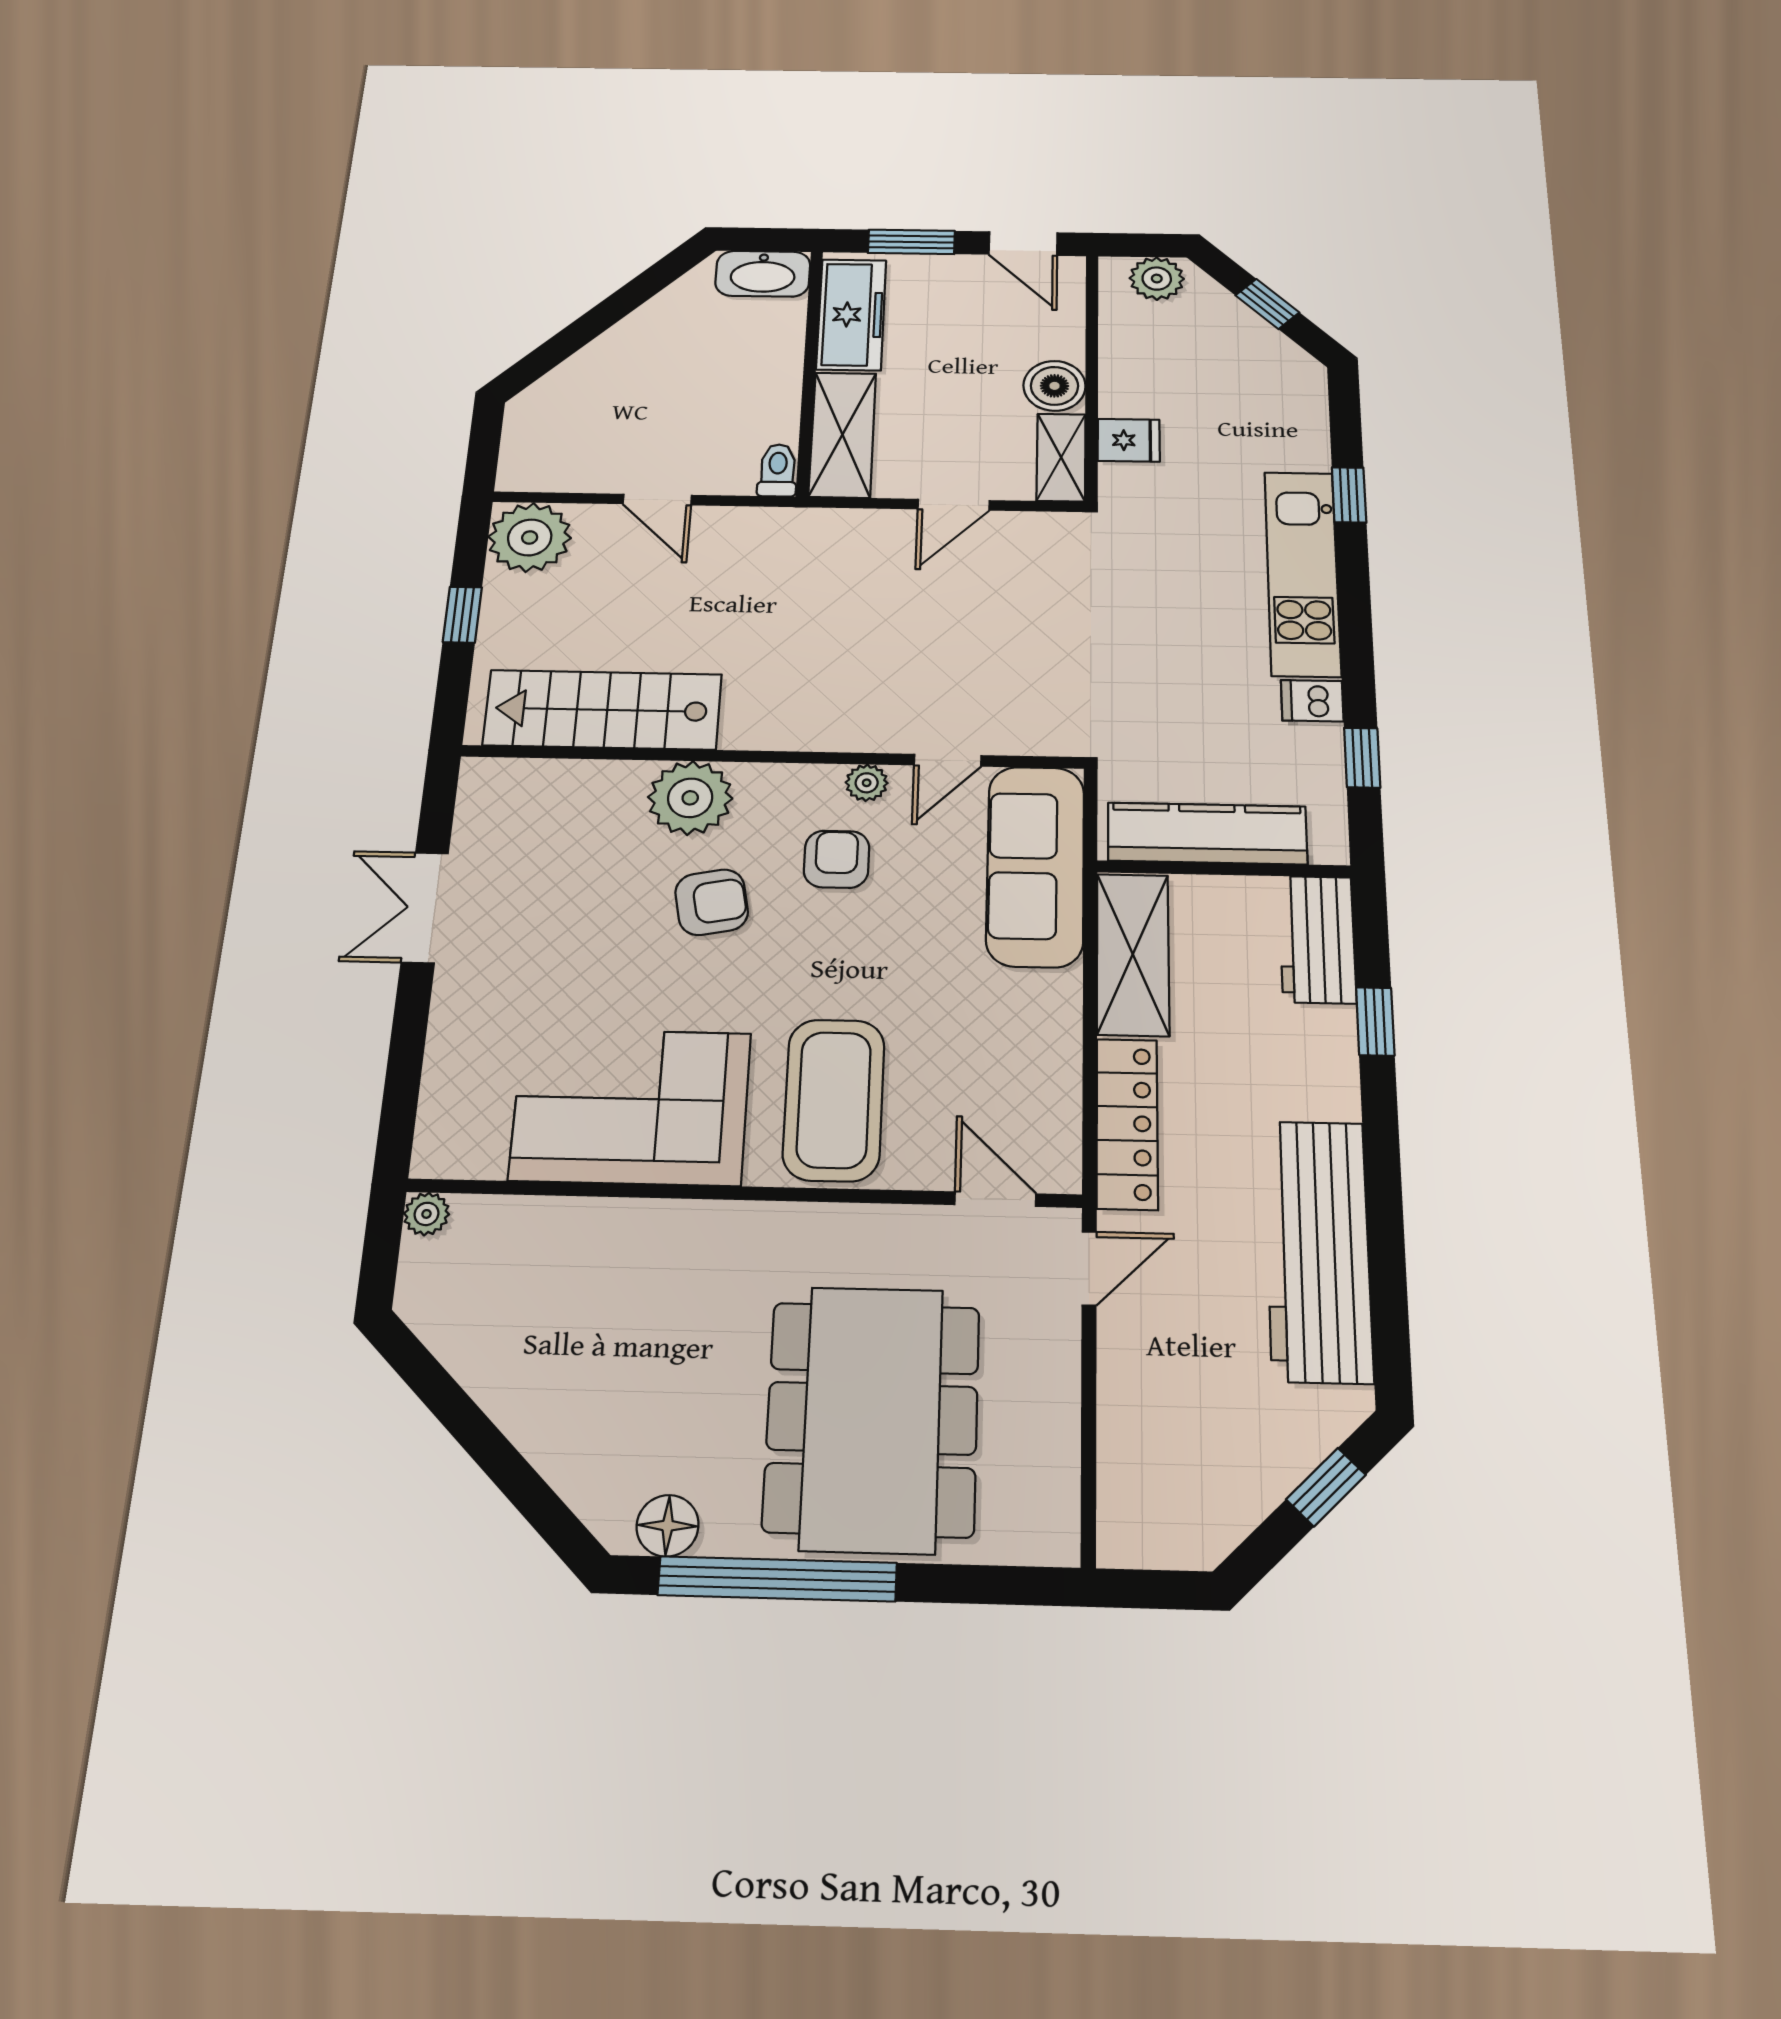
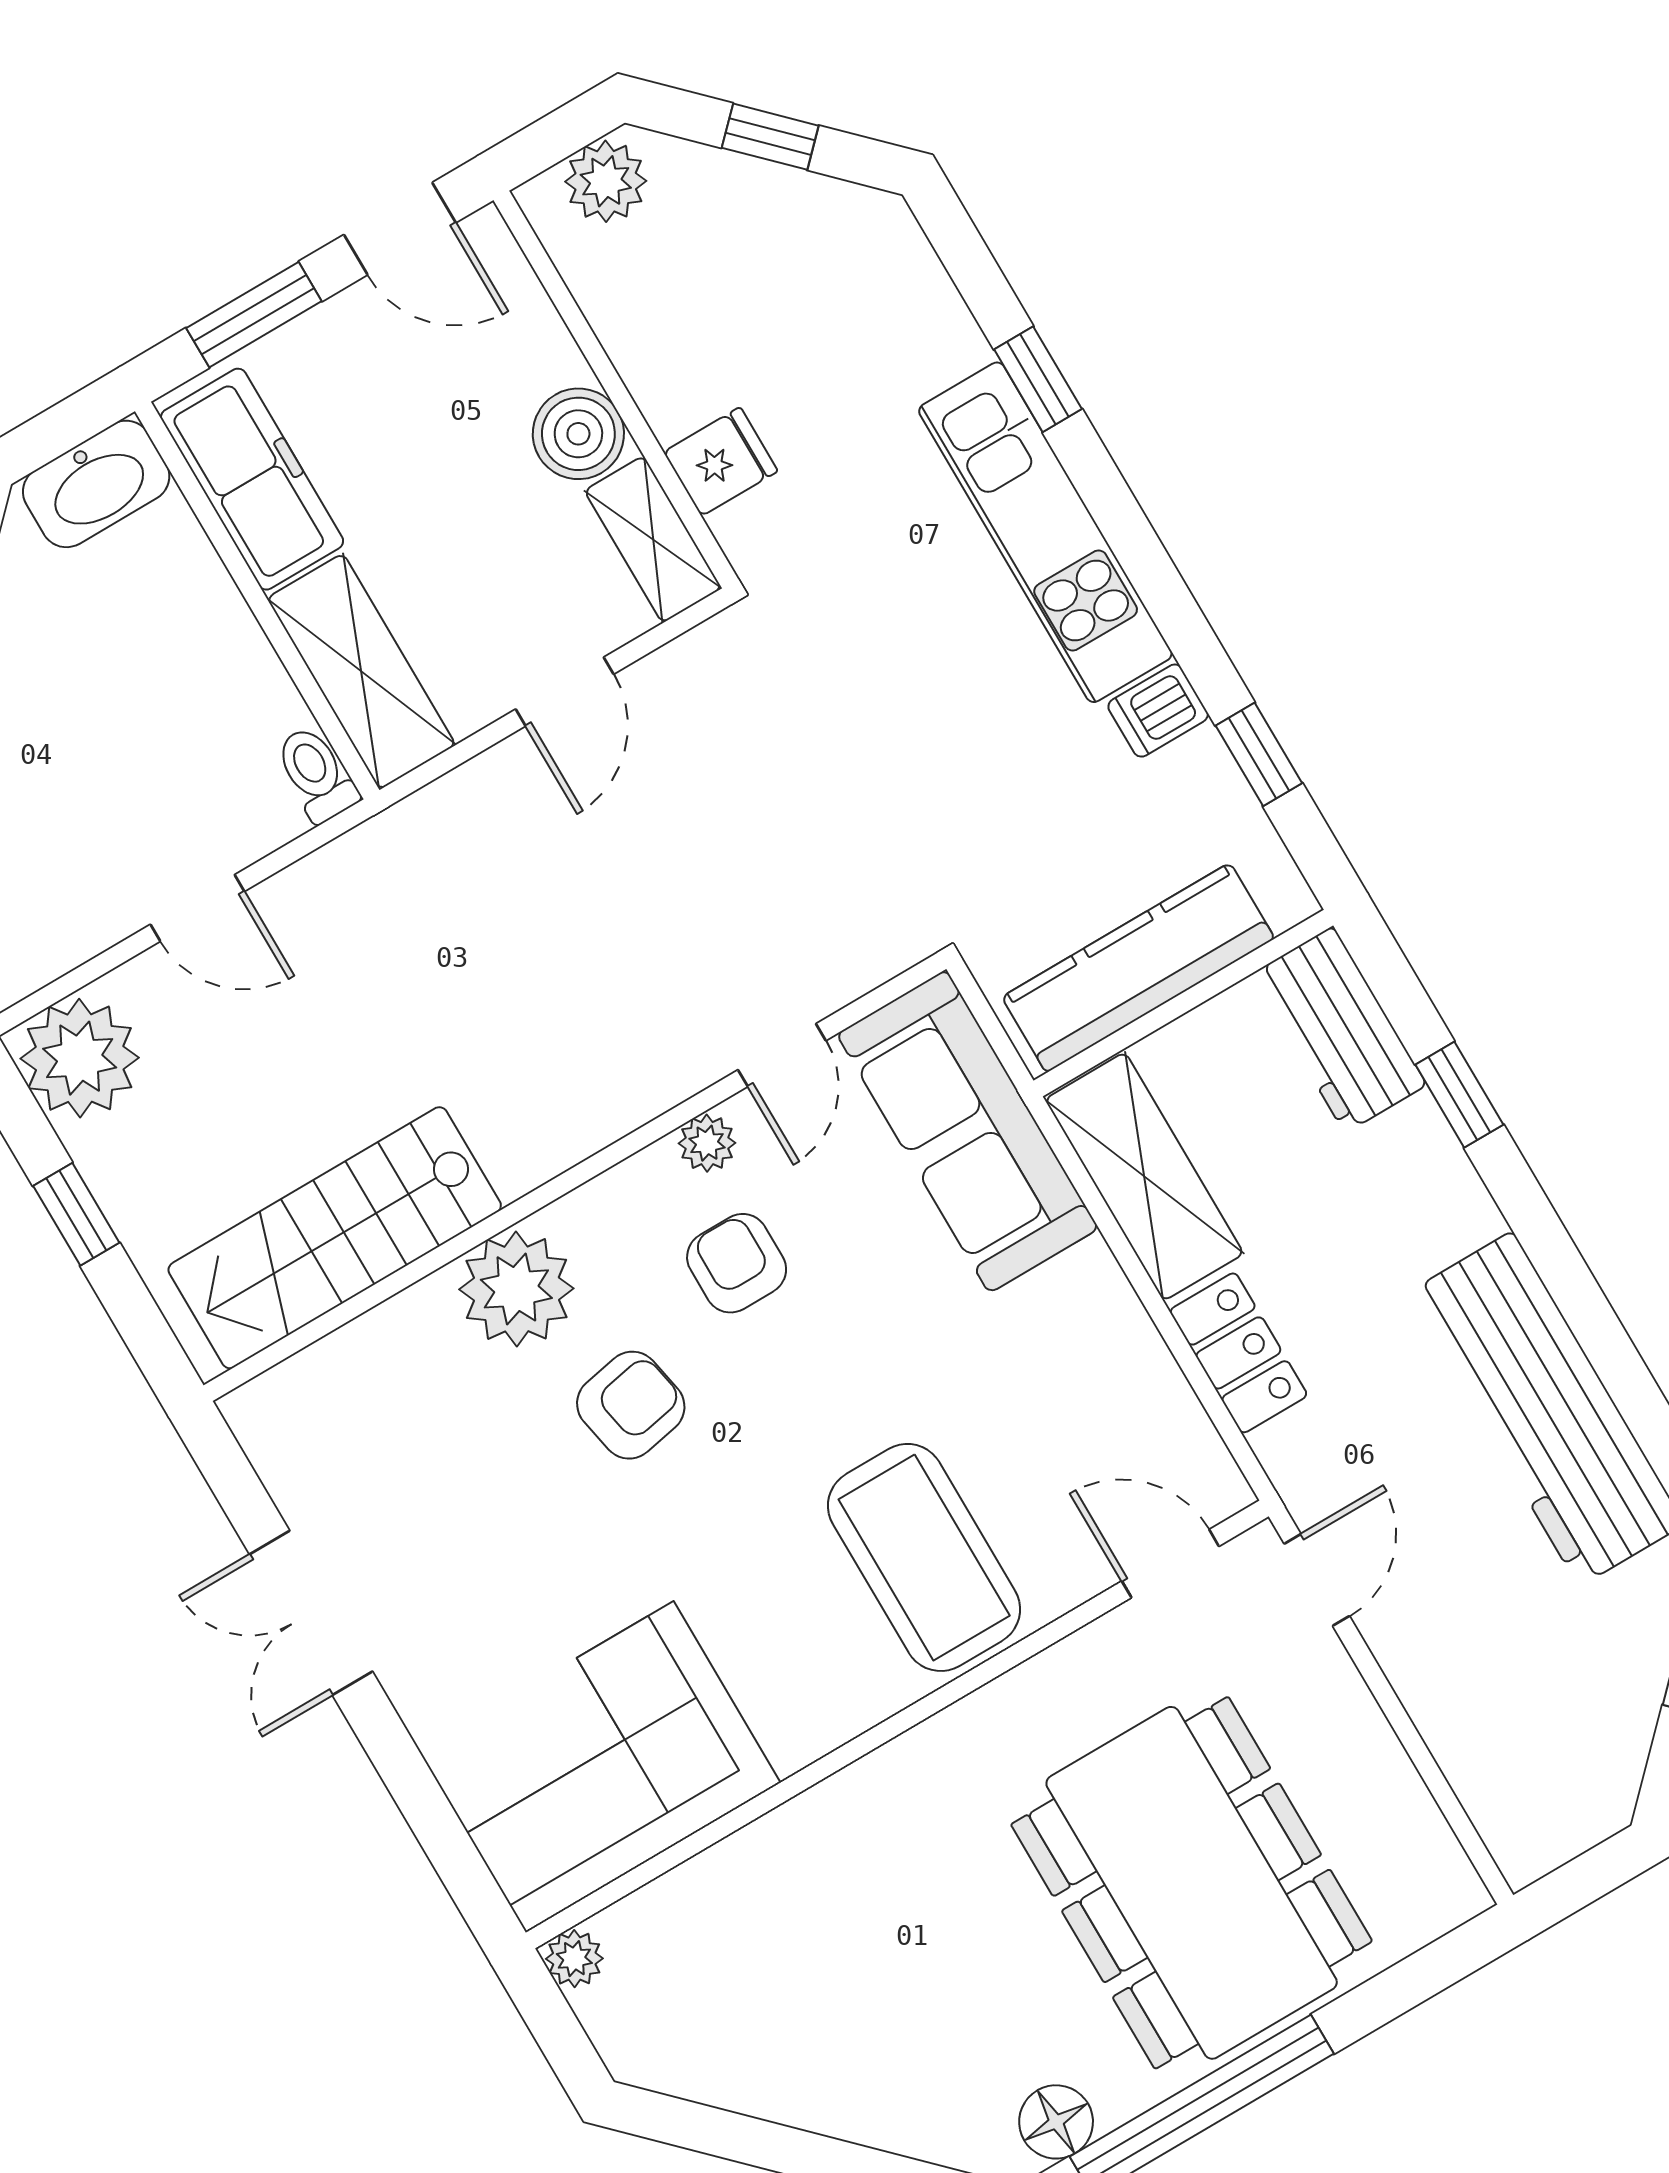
corner sofa: (631, 1106) -> (600, 1767), moved
locker: (1127, 1123) -> (1238, 1353), width x0.66

